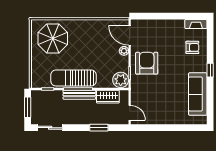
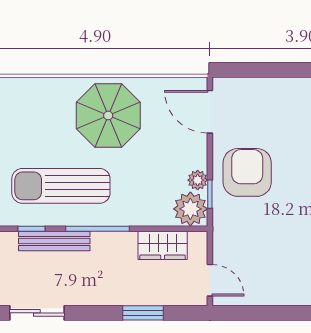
parasol: (53, 38) -> (108, 115), moved
plant: (124, 51) -> (198, 180), moved
sun lounger: (73, 78) -> (61, 186), moved
bench: (79, 95) -> (54, 241), moved

